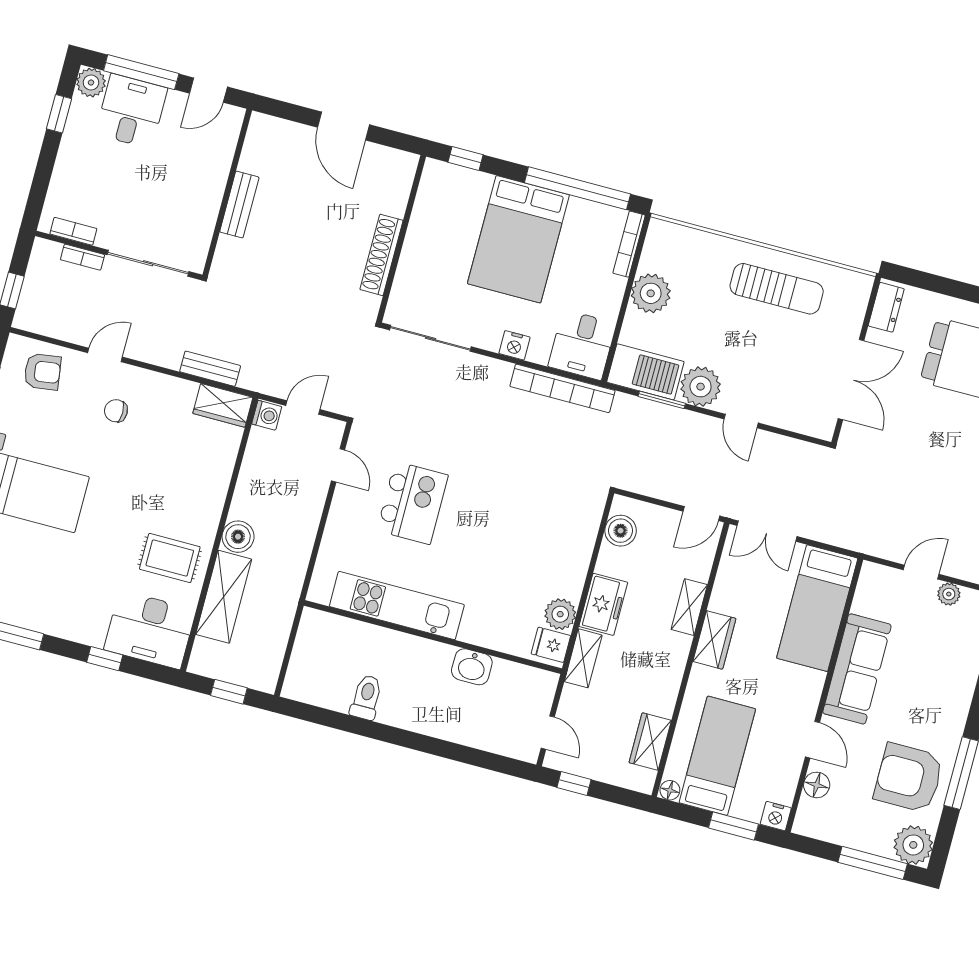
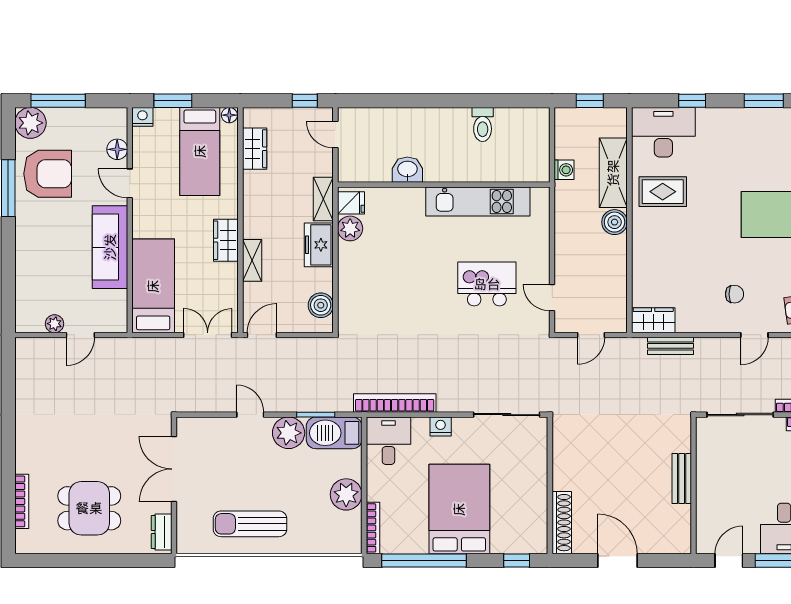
shoe rack: (381, 255) -> (562, 523), moved
washing machine: (267, 415) -> (564, 170), moved, turned 180
kitchen island: (412, 503) -> (487, 284), turned 90

